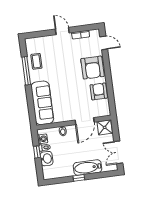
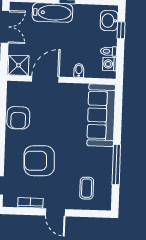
coffee table: (36, 61) -> (87, 188), moved
armchair: (92, 68) -> (39, 161), moved, turned -92
window: (37, 152) -> (121, 30), moved
washbasin: (46, 159) -> (109, 21), moved

